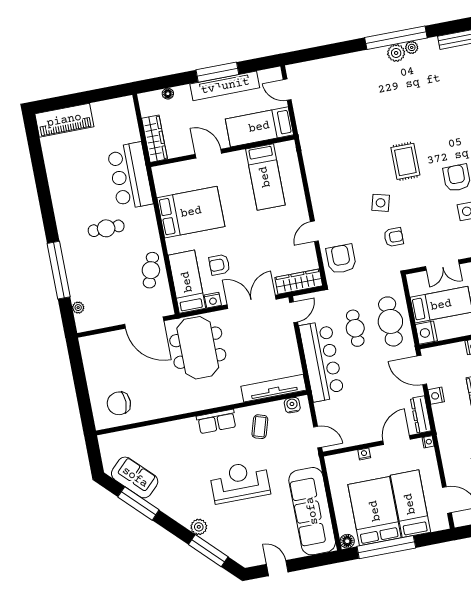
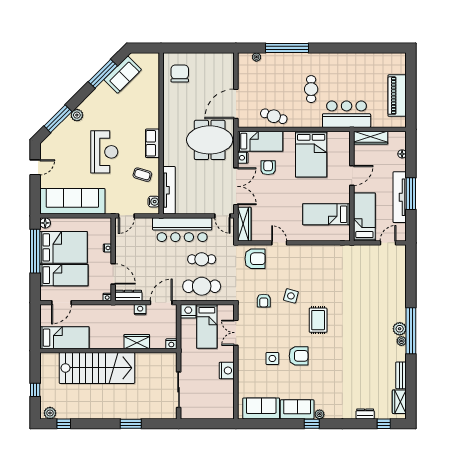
piano: (64, 120) -> (397, 96), moved
rug: (405, 161) -> (318, 320), turned 90

